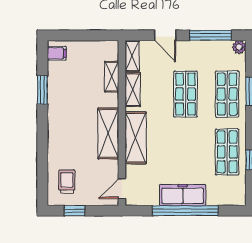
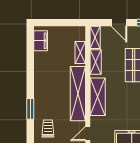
filing cabinet: (57, 53) -> (41, 41), width x2.00
window: (42, 90) -> (30, 109), moved
shelving: (108, 133) -> (78, 94), width x1.47

